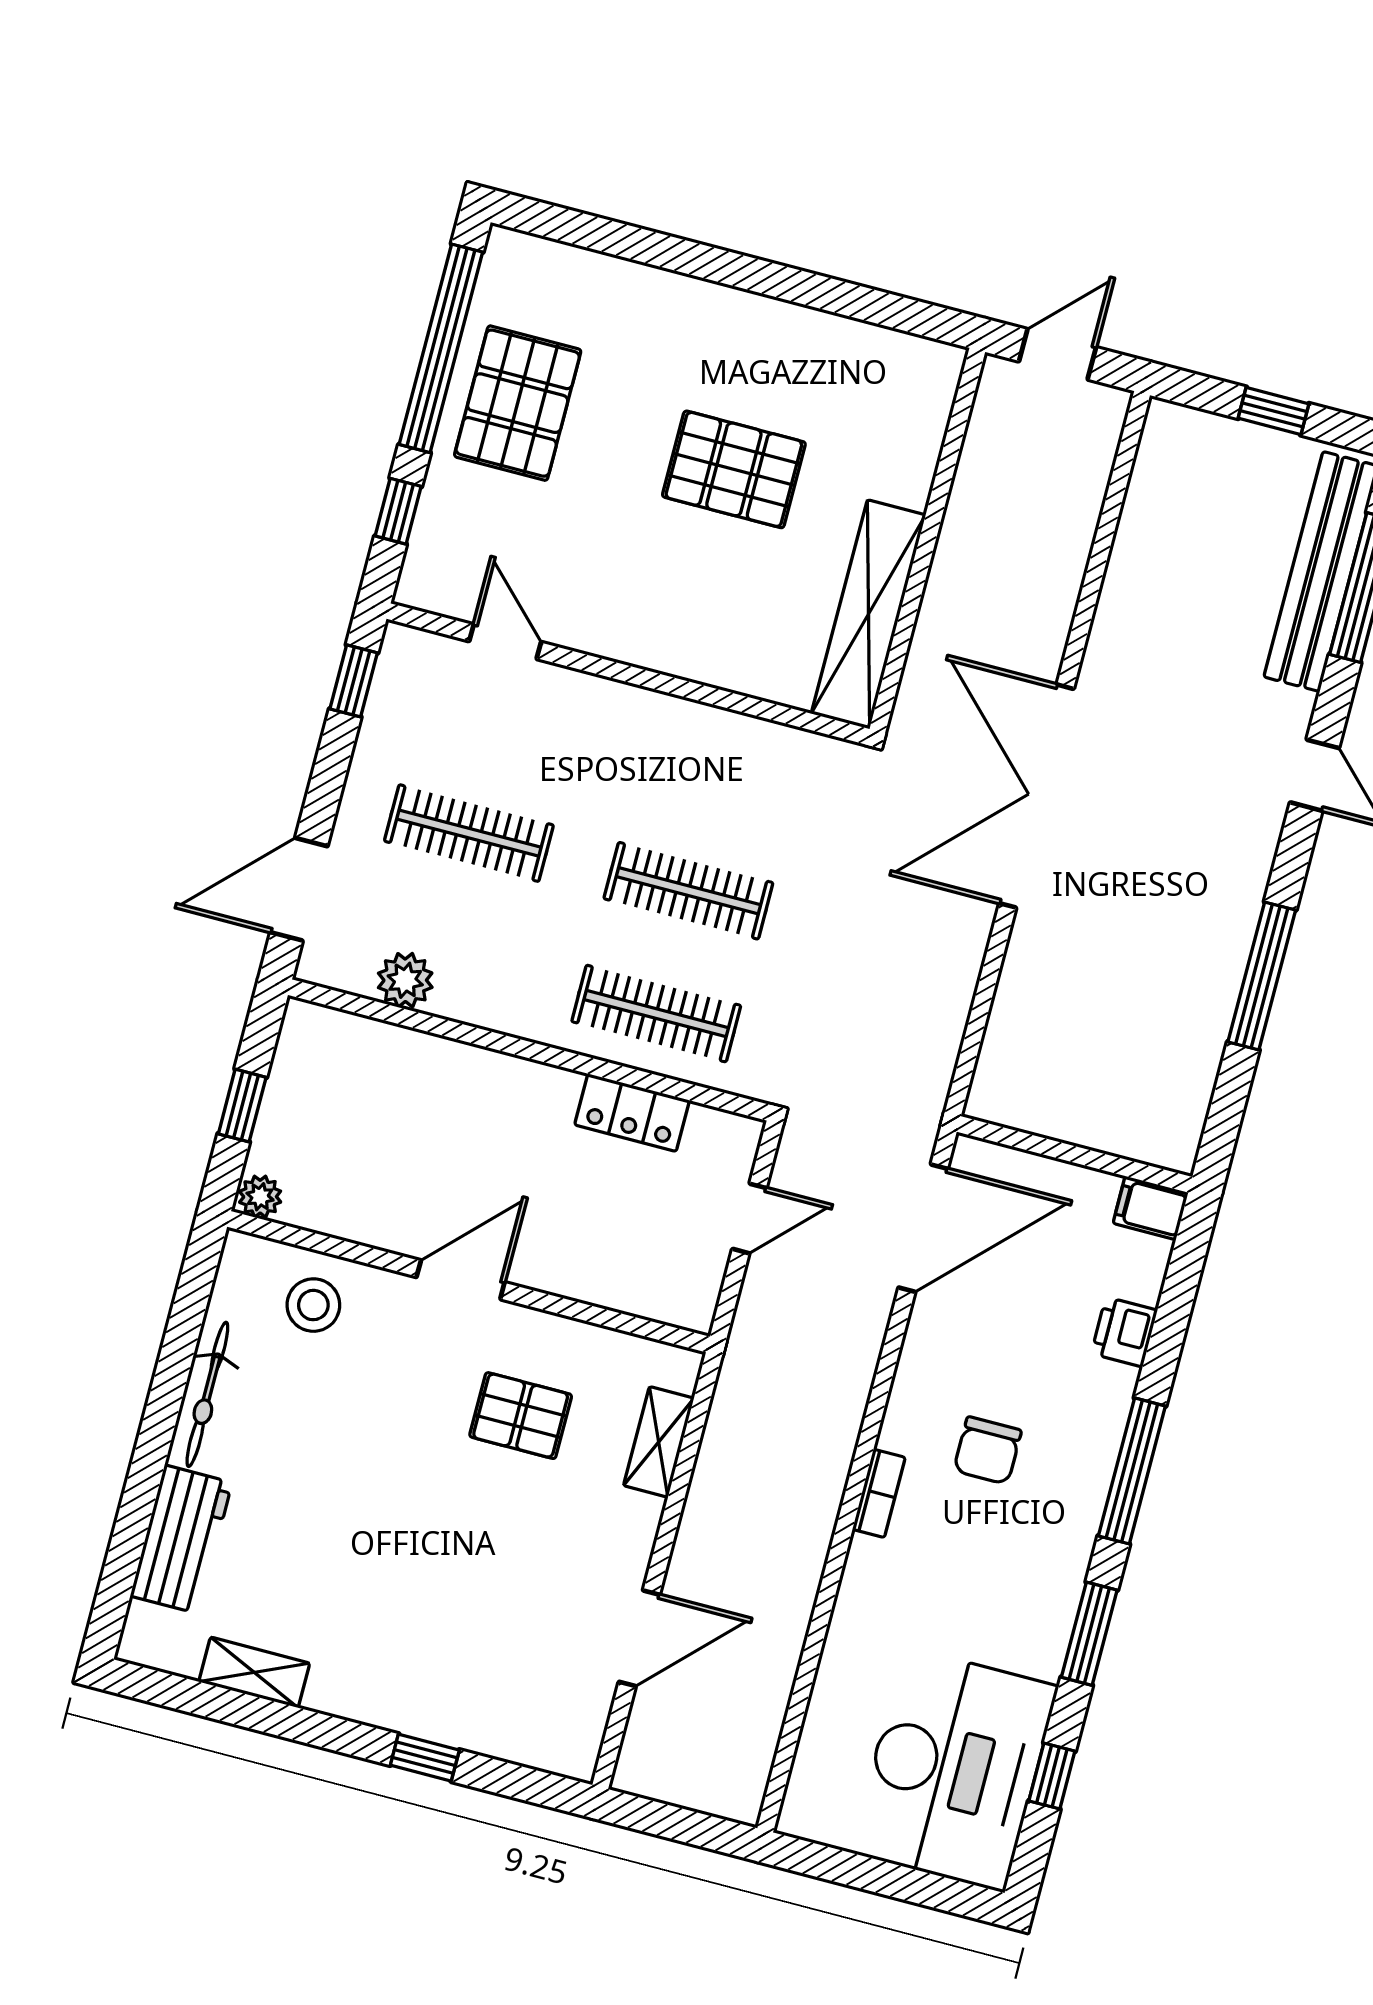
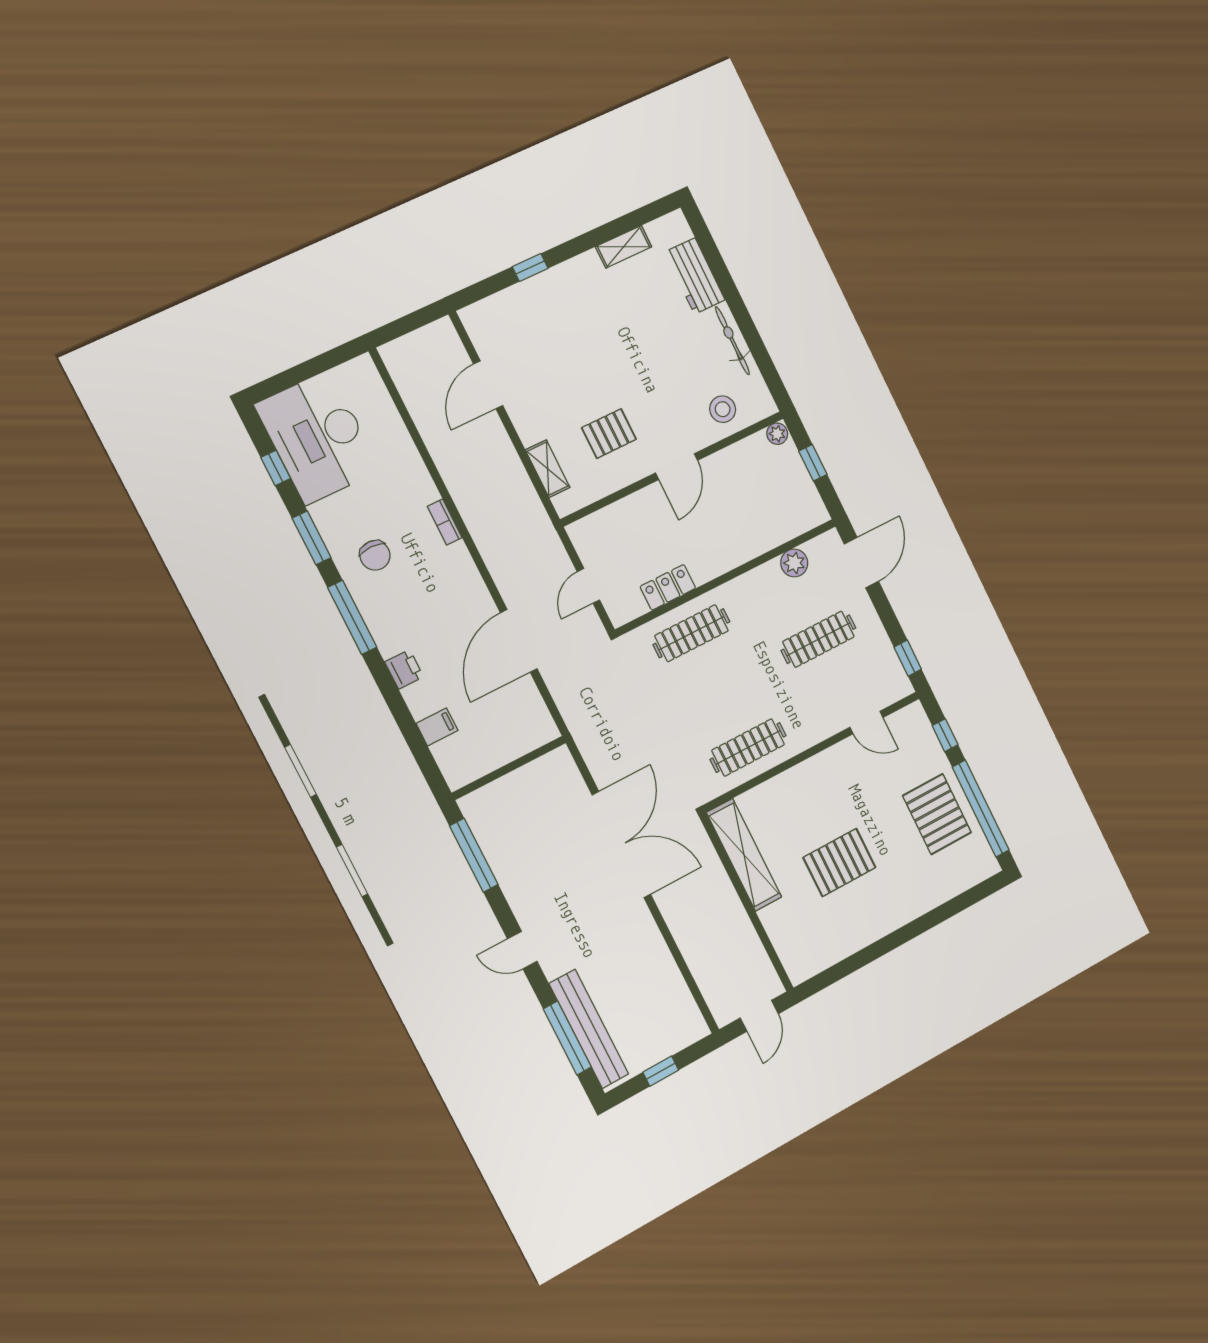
clothes rail: (688, 891) -> (748, 747), moved
wall: (1075, 1154) -> (509, 768), moved
chair: (987, 1450) -> (375, 555), moved, turned 180

